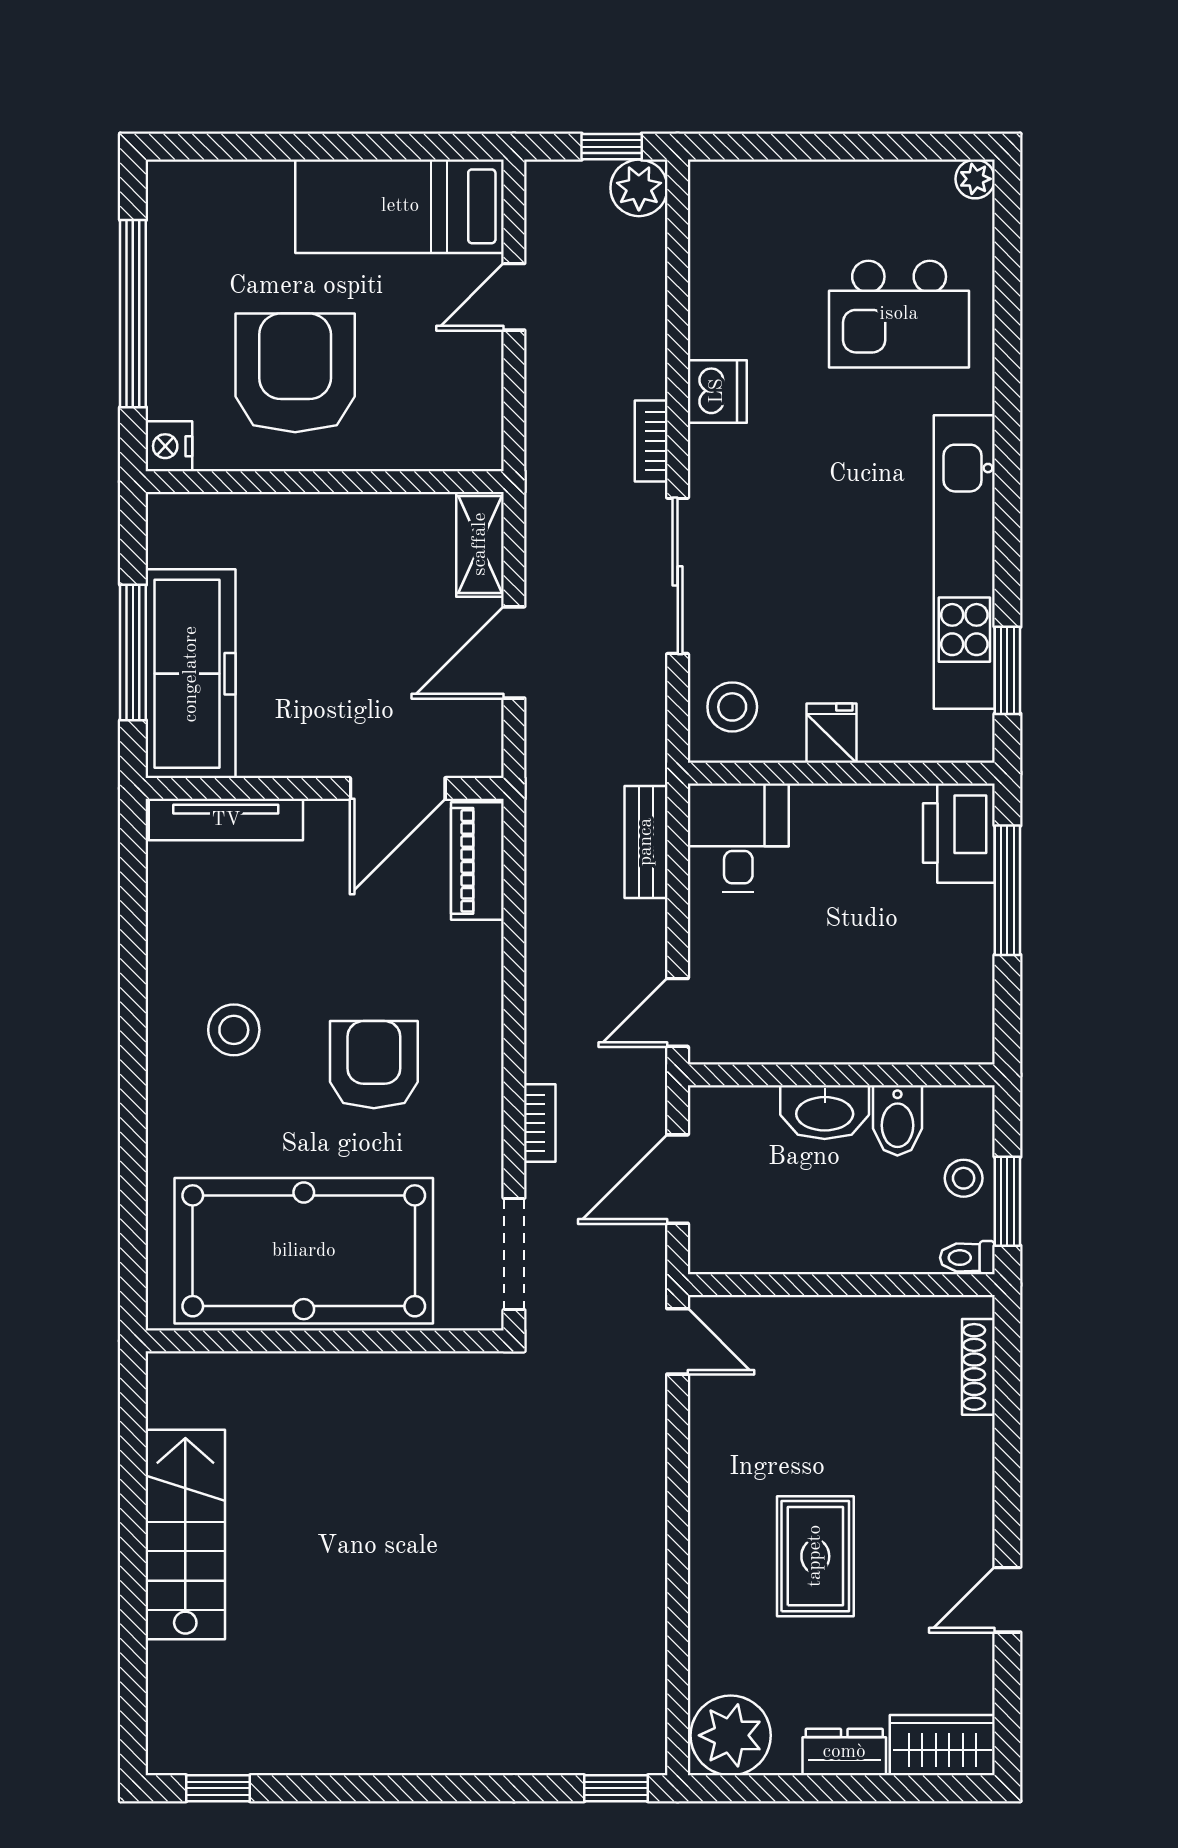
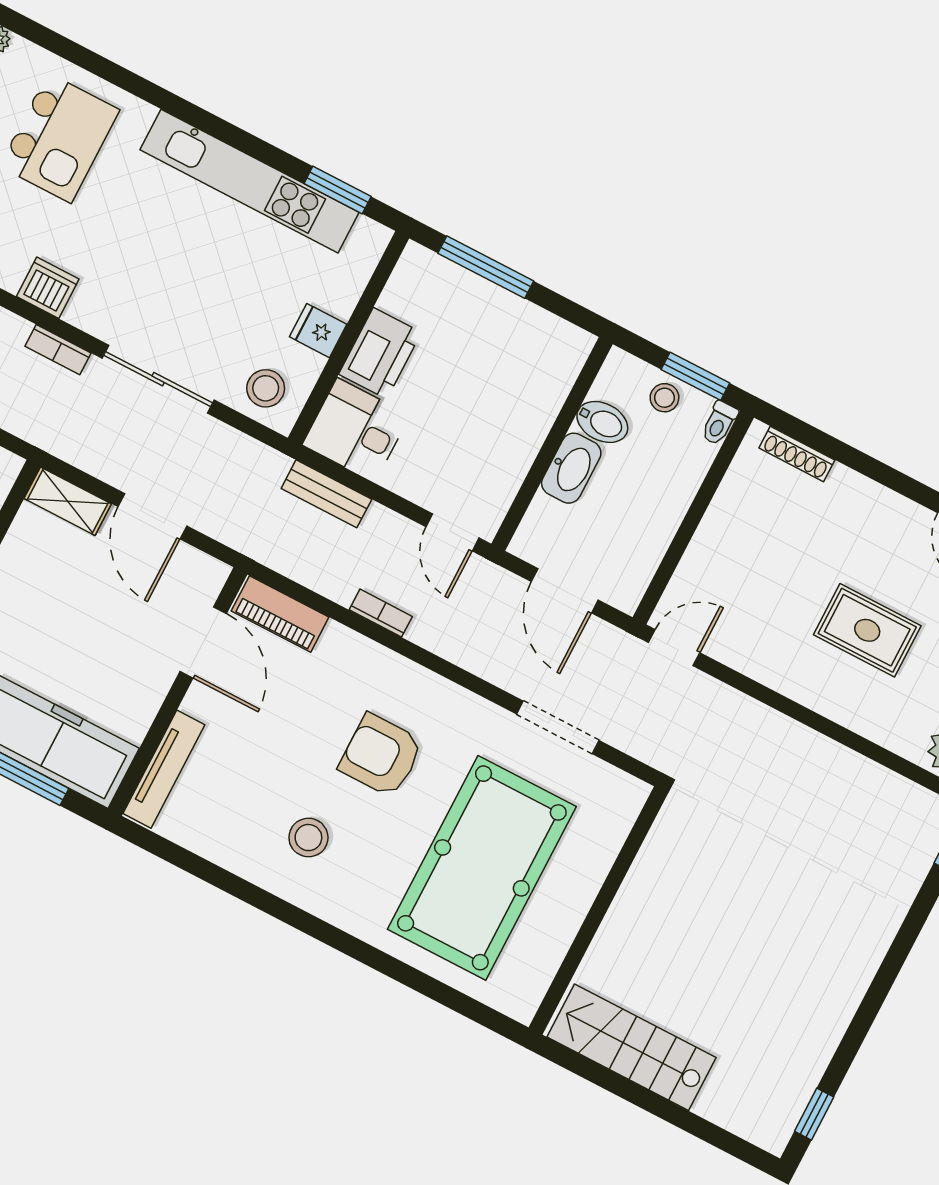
printer: (959, 833) -> (380, 353), moved, turned -90
bookcase: (540, 1123) -> (381, 613), moved
wall: (325, 1341) -> (598, 910), moved

